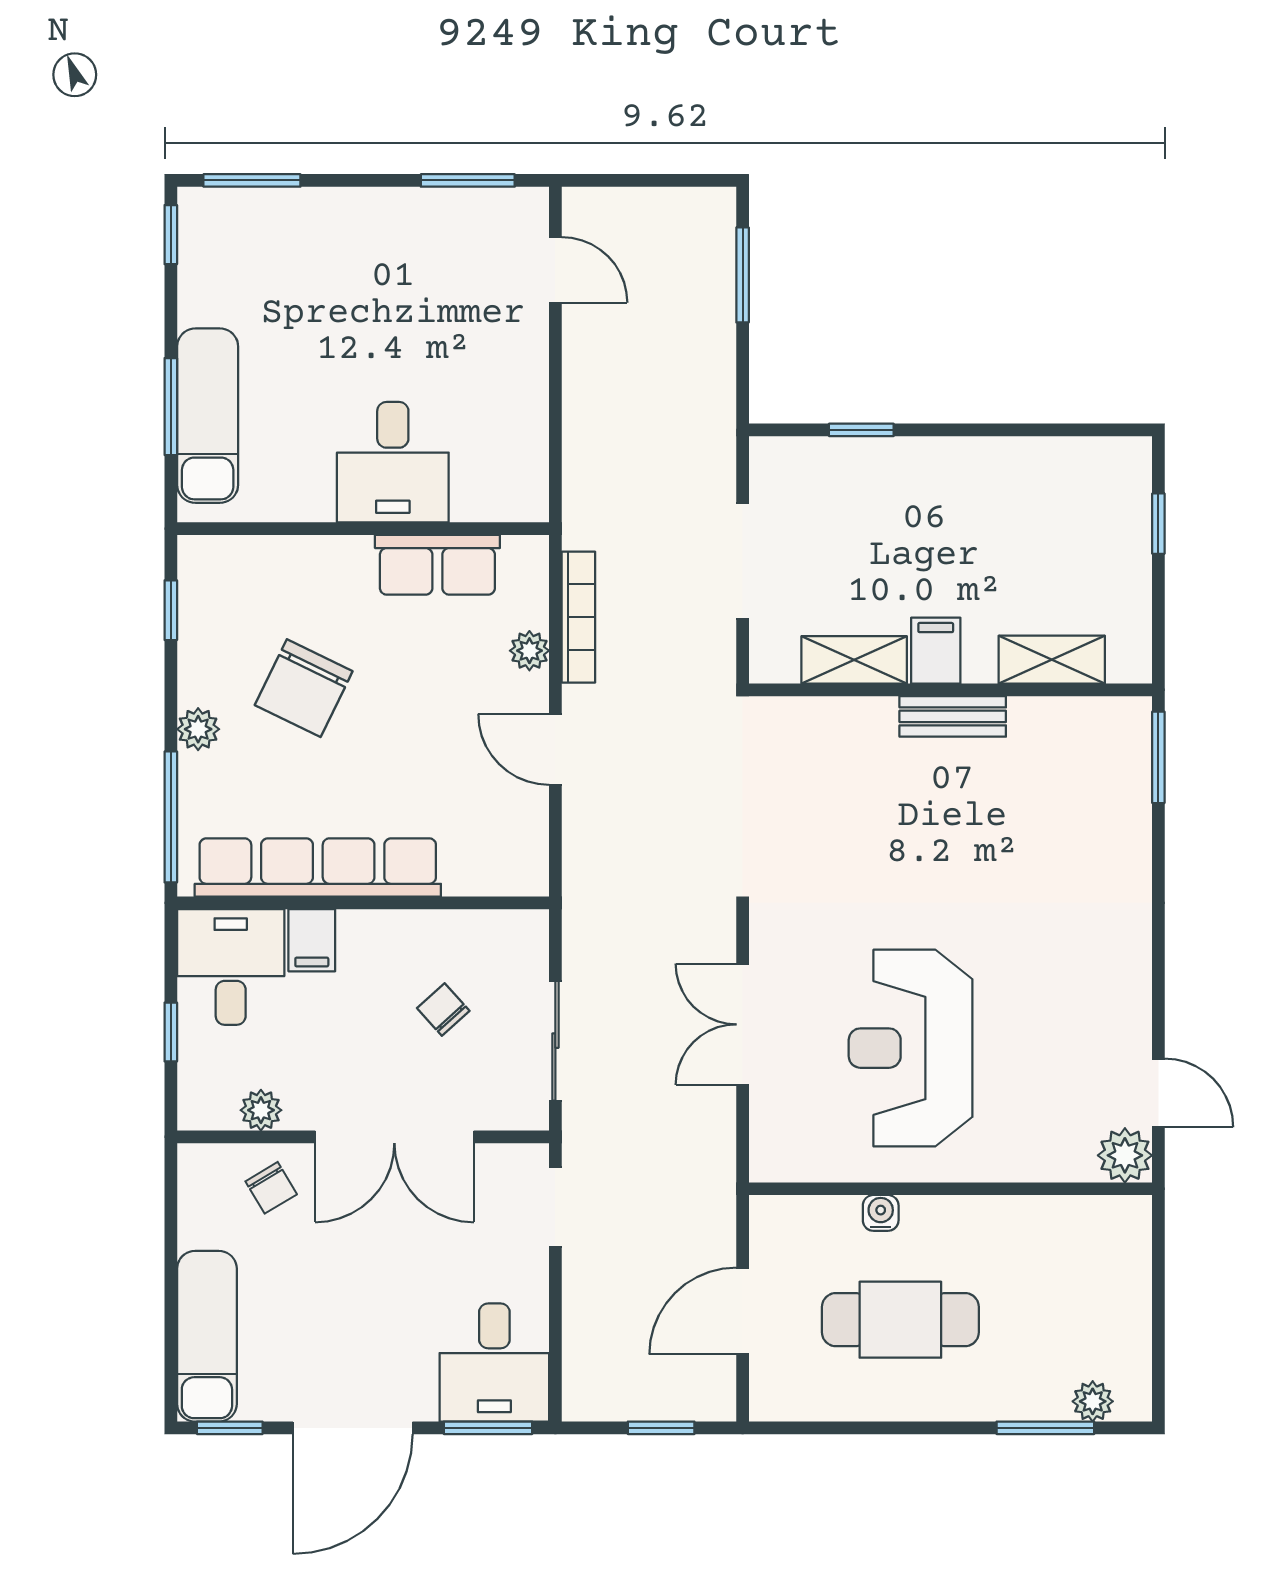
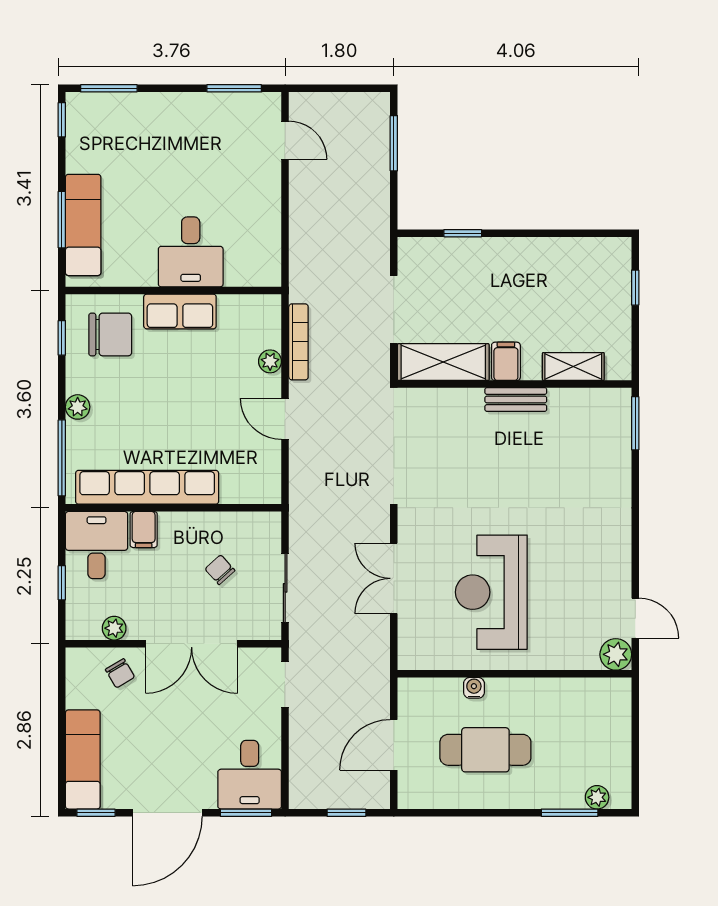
row of seats: (437, 565) -> (180, 311), moved
shelving: (854, 660) -> (443, 362), width x1.50, depth x1.33
chair: (304, 688) -> (110, 334), moved, turned -116

